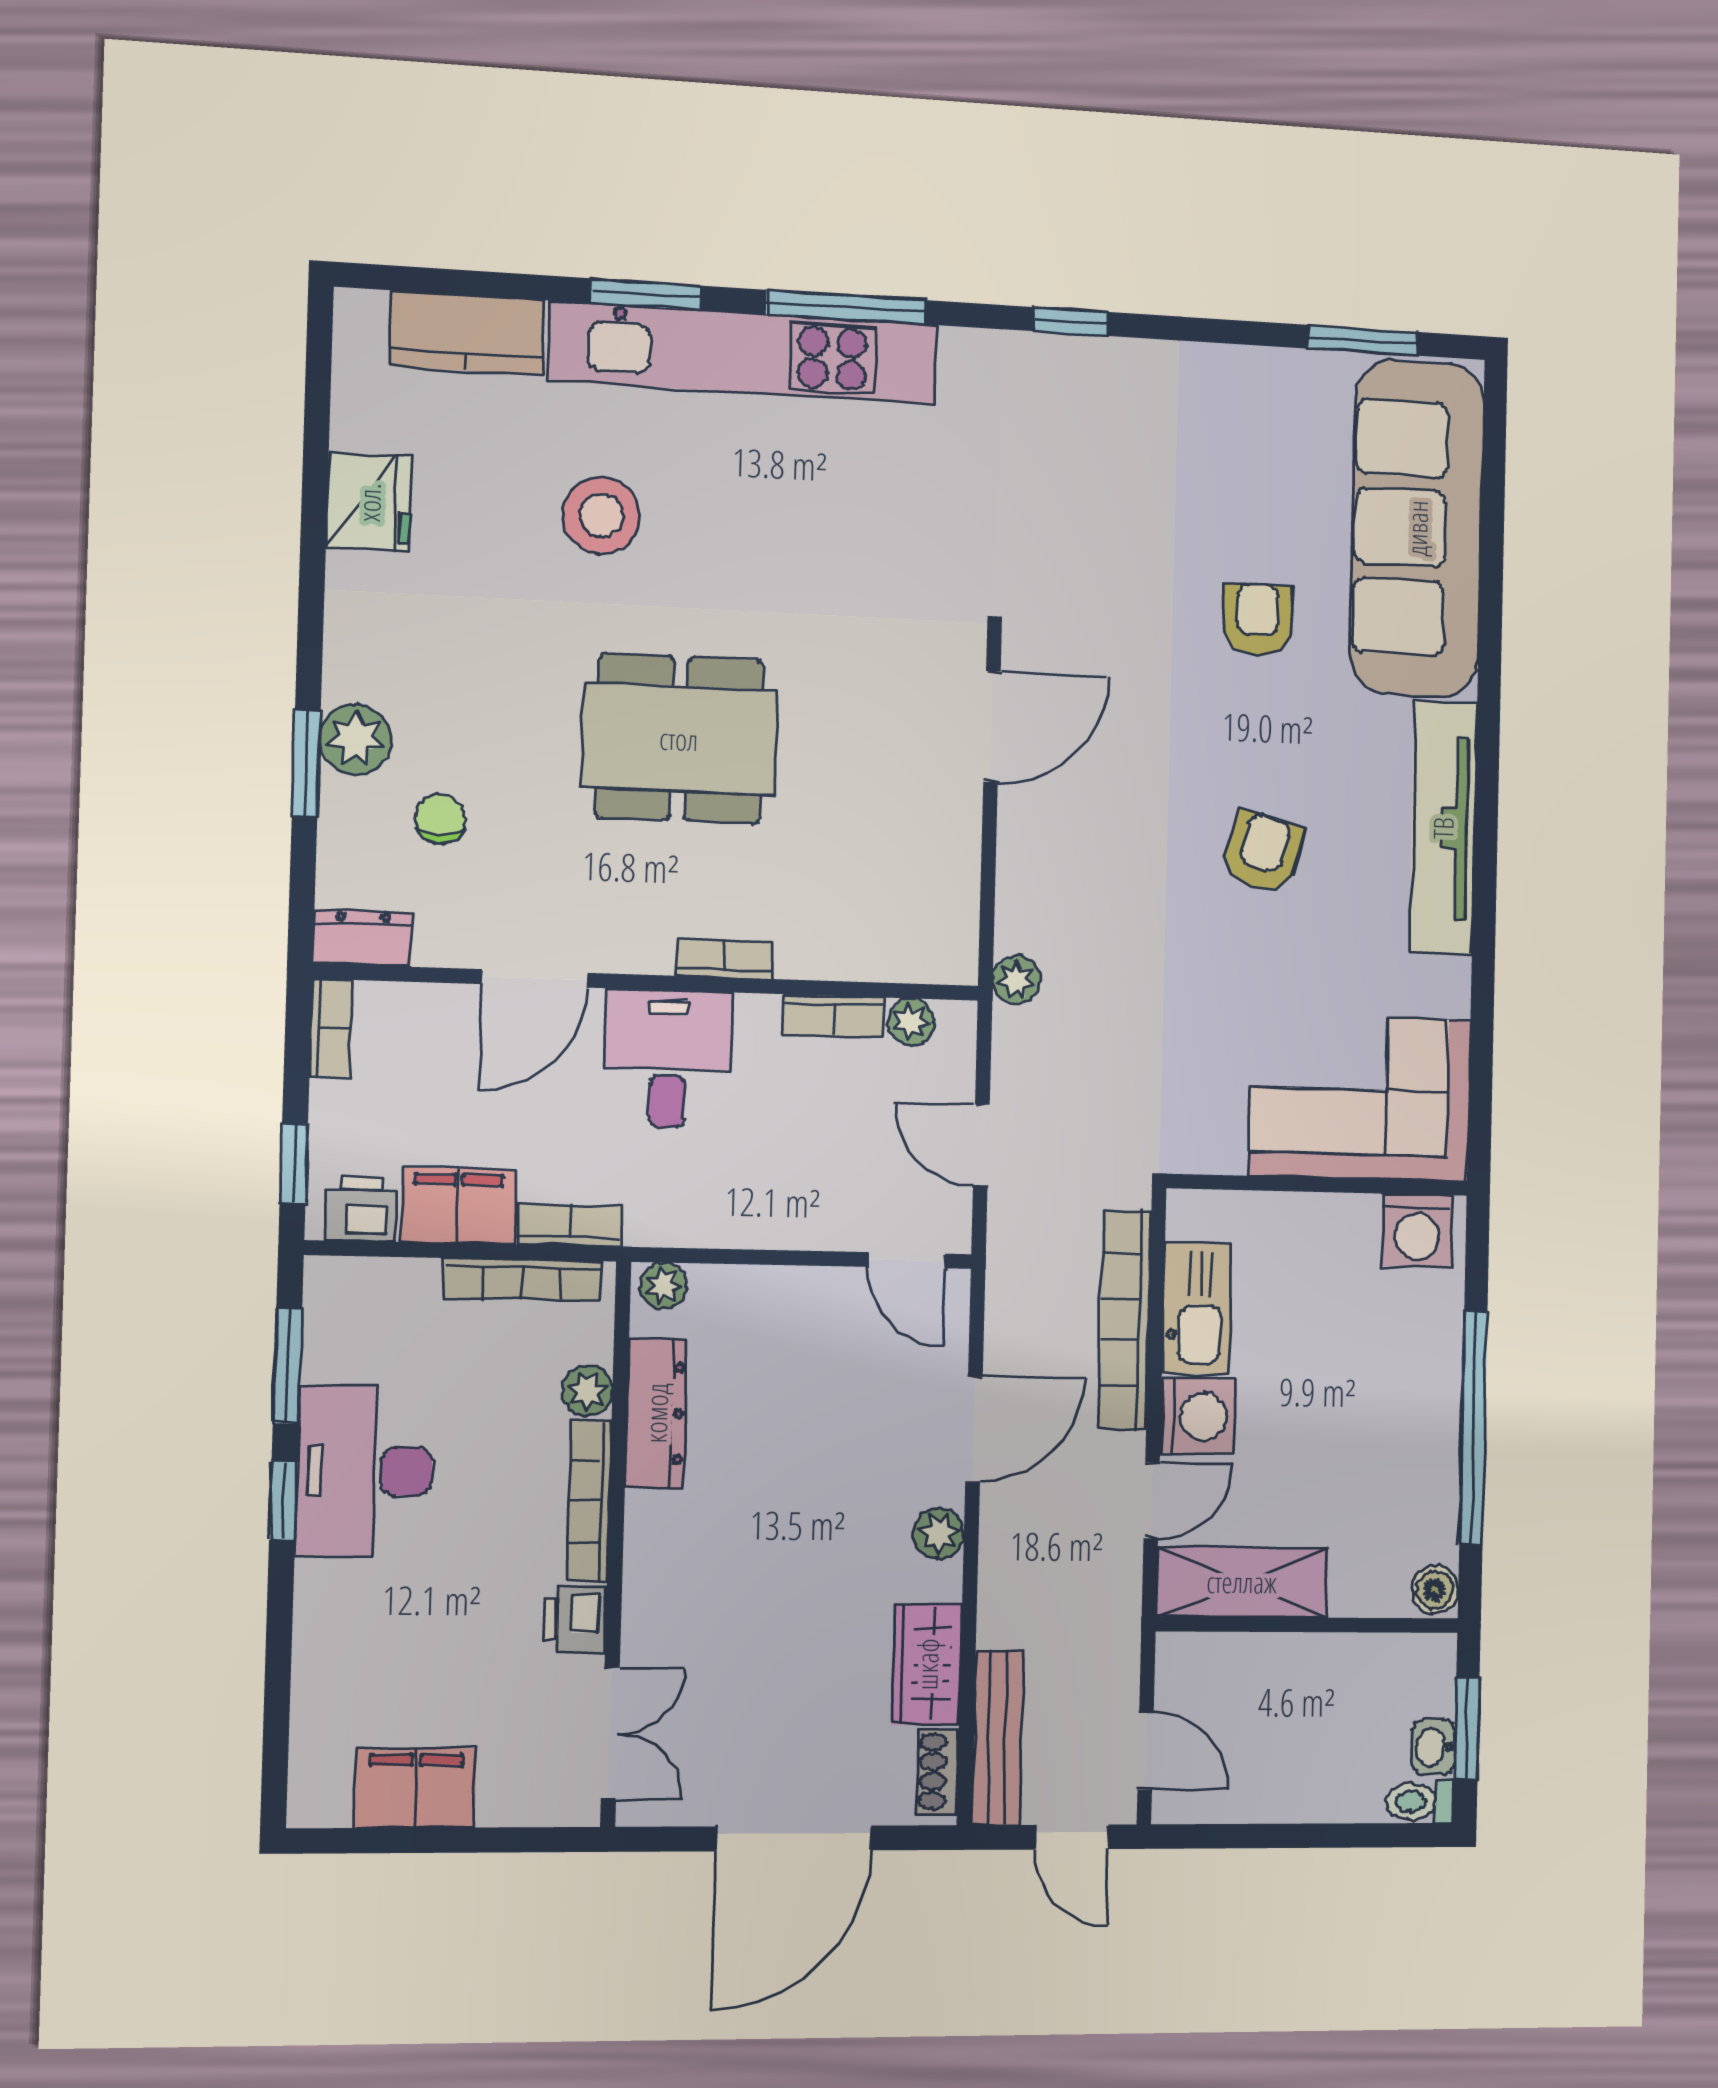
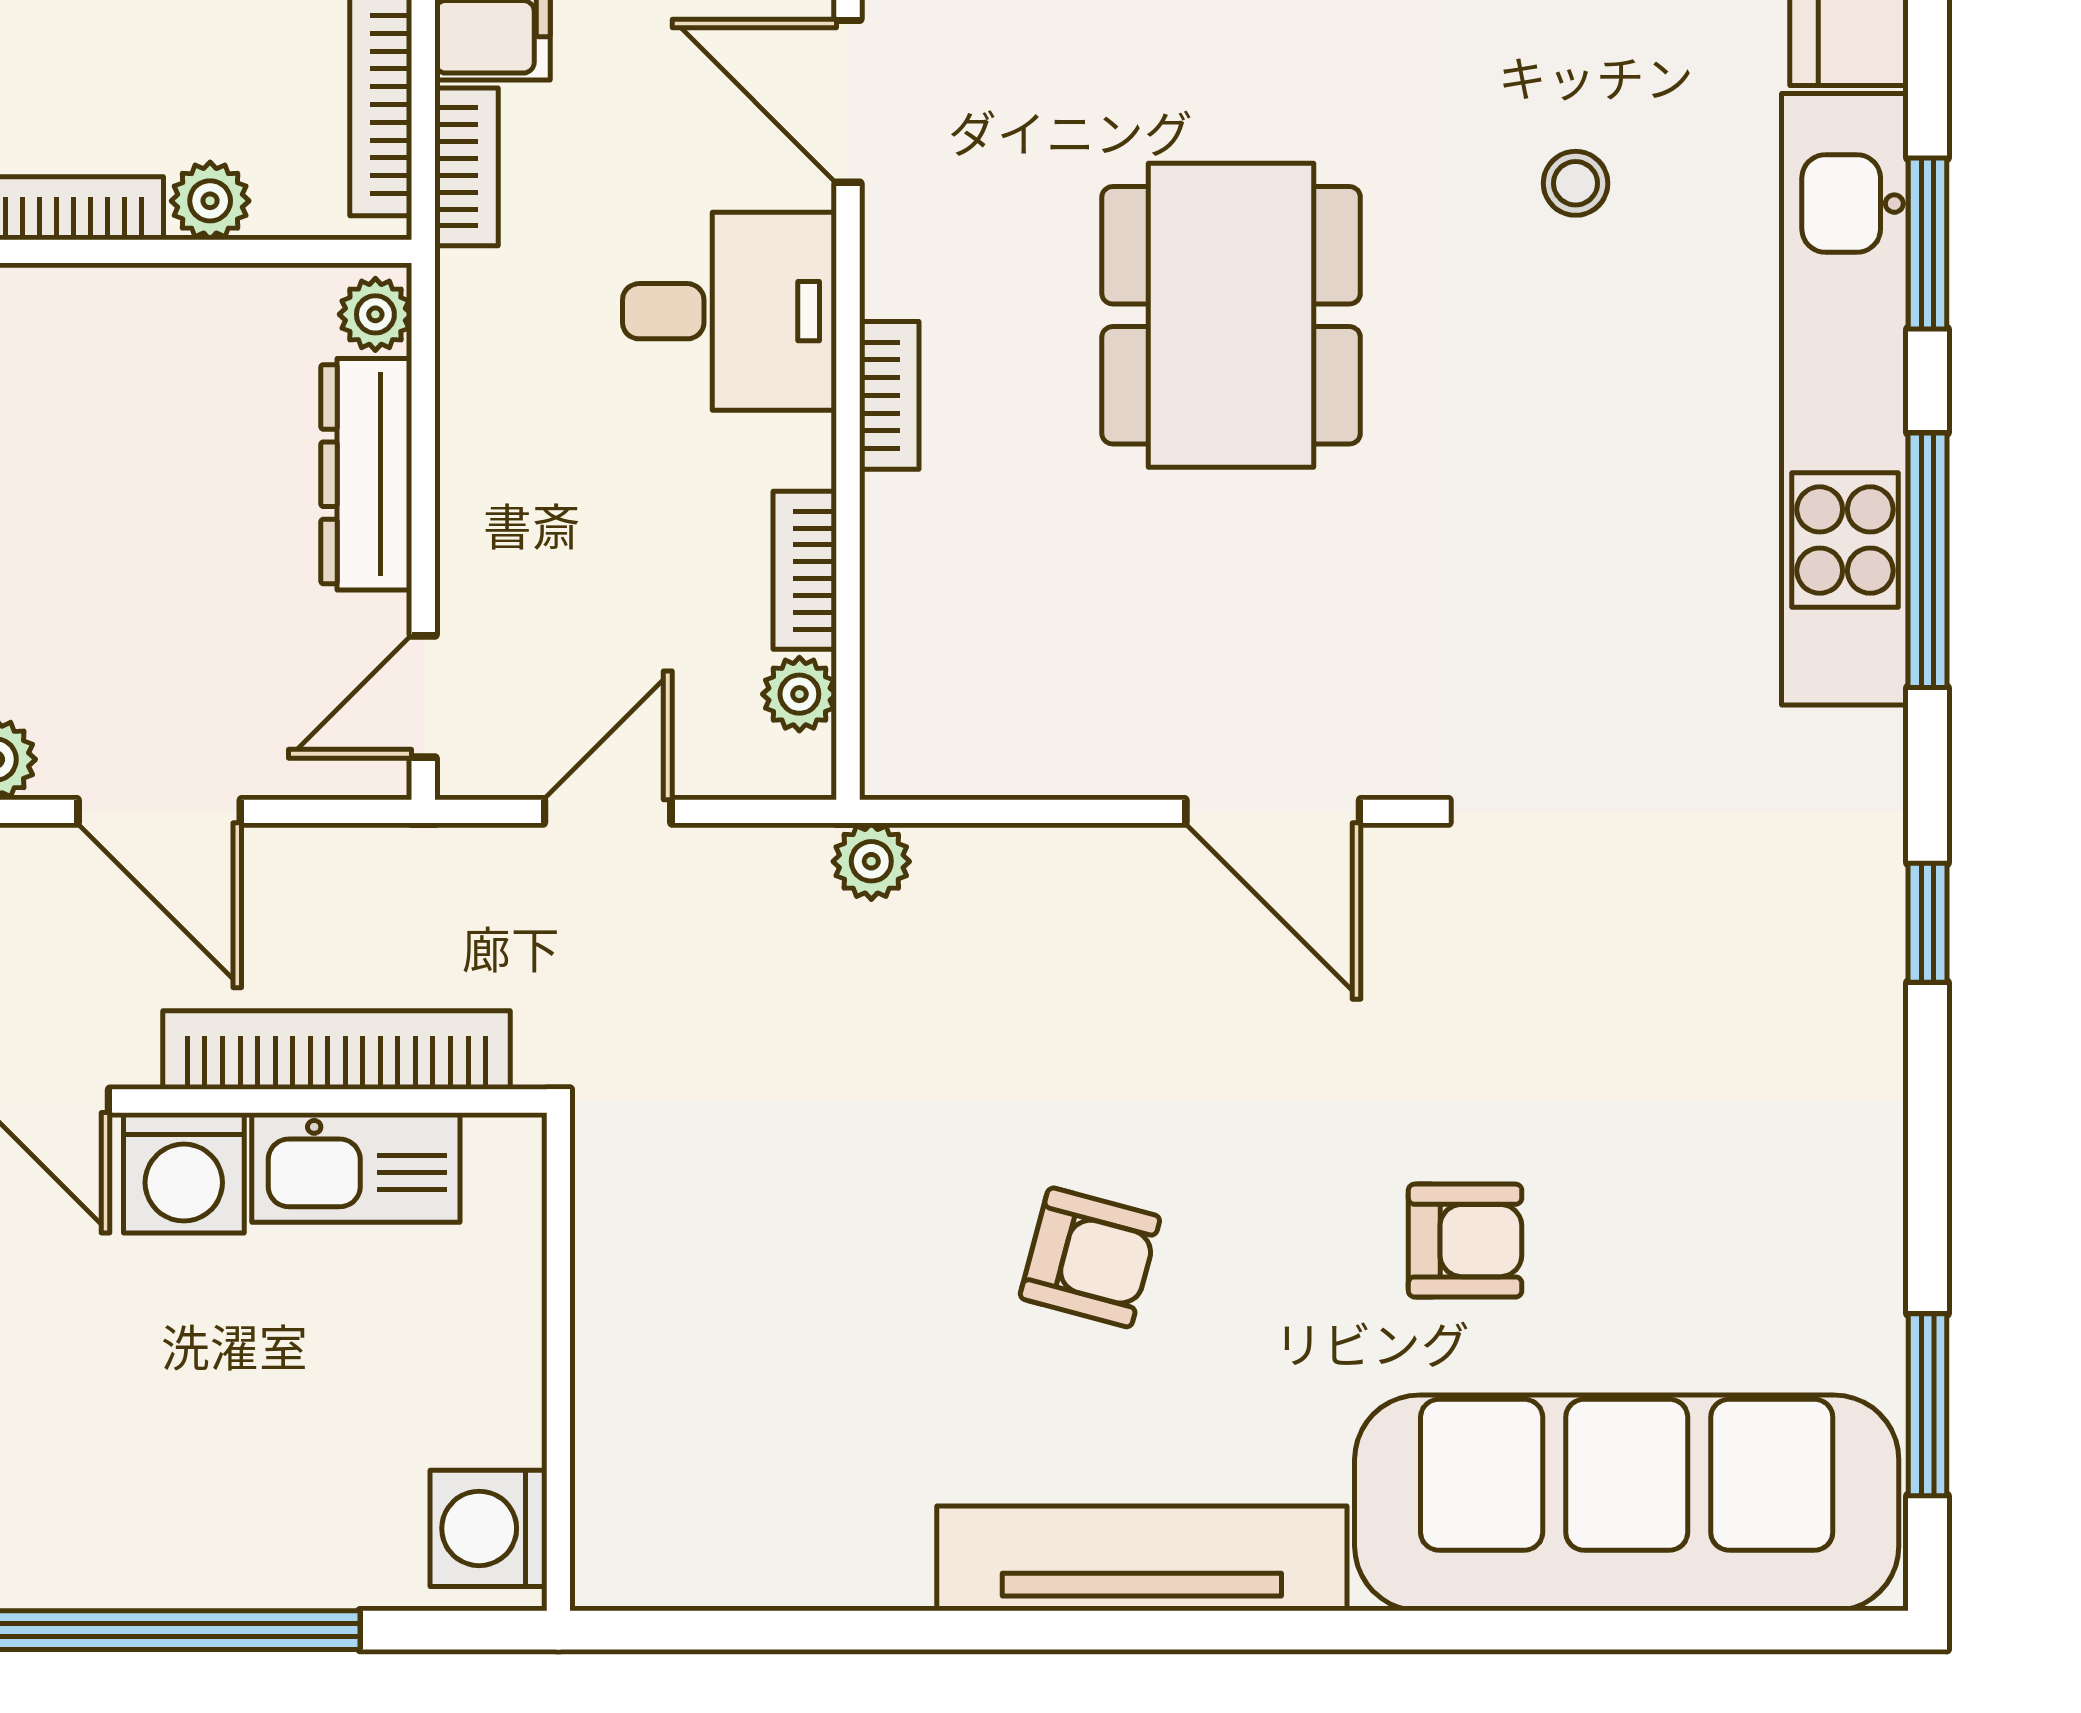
stool: (601, 515) -> (1576, 183), width x0.53, depth x0.53
corner sofa: (1360, 1098) -> (700, 1429), removed
dresser: (656, 1413) -> (366, 474), moved, turned 90

